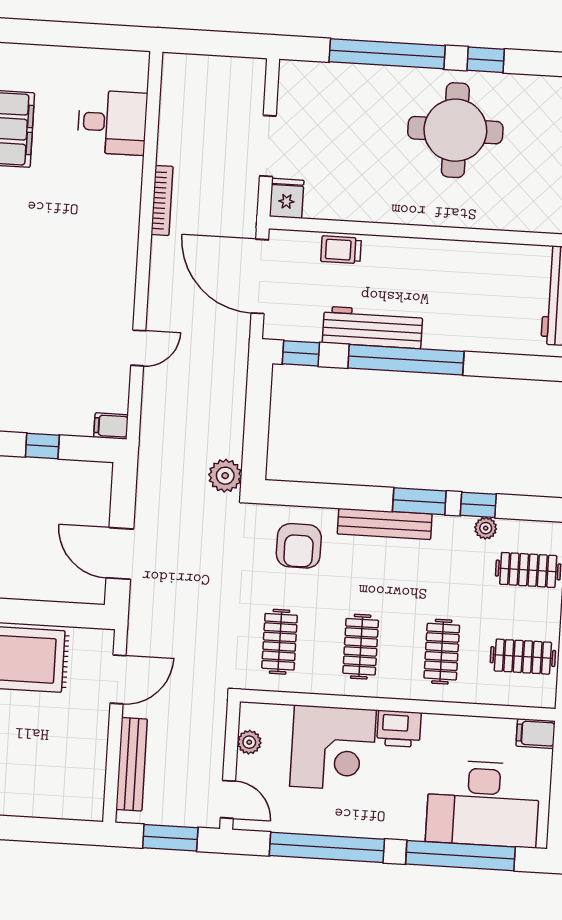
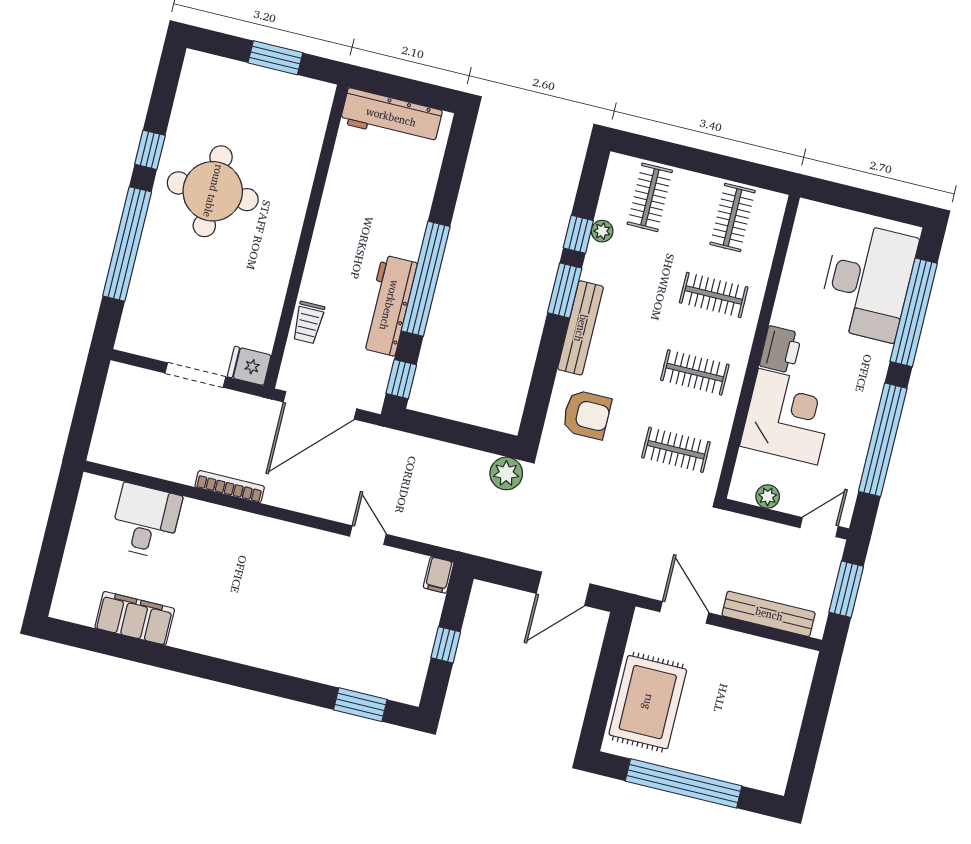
filing cabinet: (536, 733) -> (809, 219), removed

